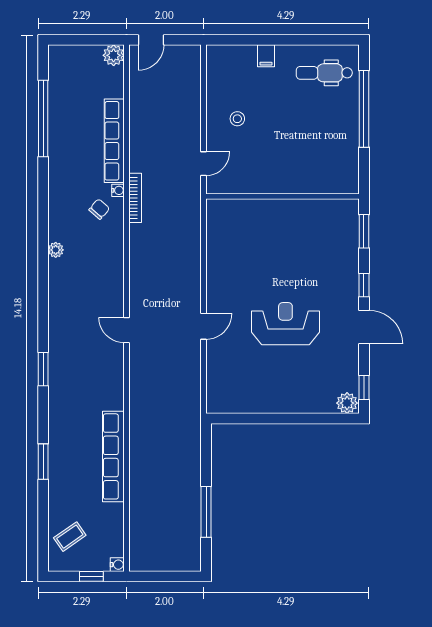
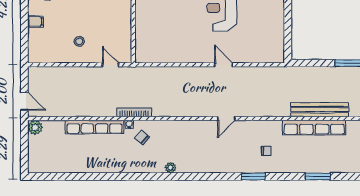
window: (43, 119) -> (79, 176), removed
chair: (80, 388) -> (266, 151), added
bench: (139, 464) -> (320, 110), added

